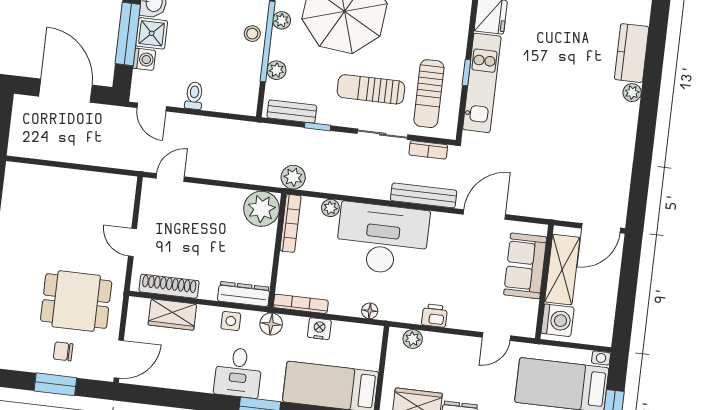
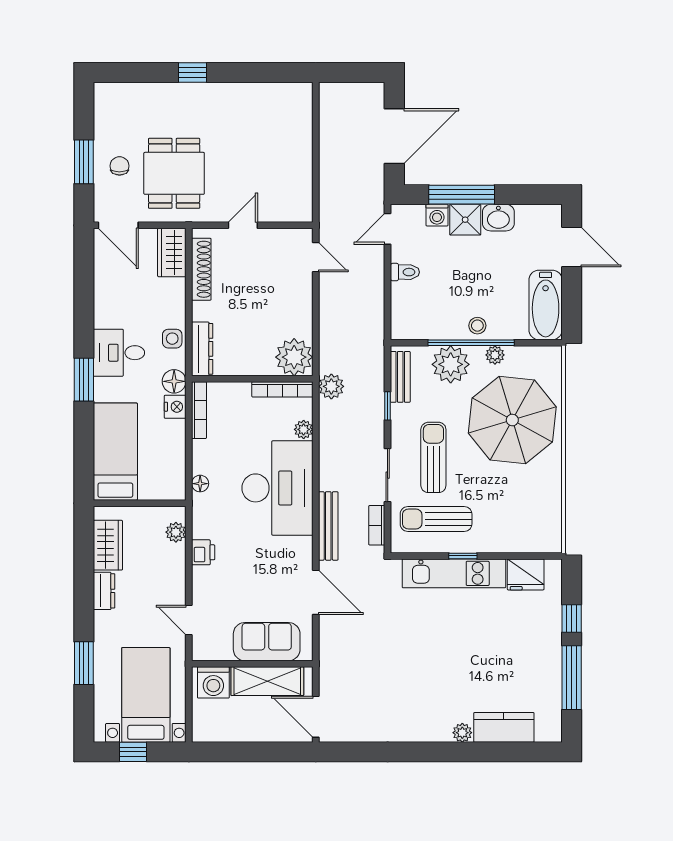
plant: (276, 70) -> (451, 364), width x1.88, depth x1.88
wardrobe: (172, 315) -> (172, 252), moved
nightstand: (319, 329) -> (175, 407), moved

